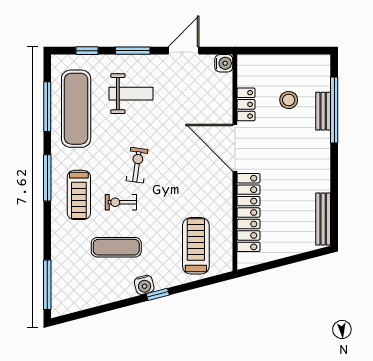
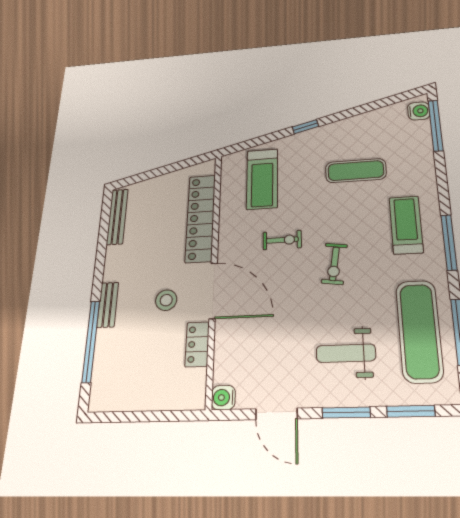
window: (87, 51) -> (411, 411), width x1.50
door: (184, 51) -> (276, 414), hinge flipped
stool: (289, 100) -> (166, 300), moved
bench: (323, 111) -> (108, 305), moved
exercise bike: (121, 202) -> (282, 240), moved
water cooler: (144, 285) -> (419, 111), moved, turned 105

